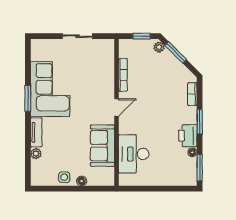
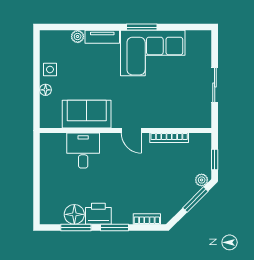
floor lamp: (192, 152) -> (74, 214), width x1.89, depth x1.89
desk: (134, 154) -> (83, 151), width x0.73
window: (200, 168) -> (76, 228), moved

